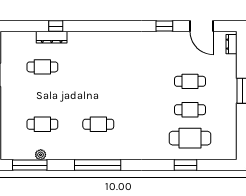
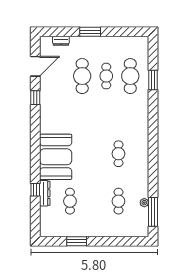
dresser: (232, 44) -> (61, 41), moved
booth: (95, 50) -> (56, 157), added
cafe table: (190, 81) -> (82, 76), width x1.37, depth x1.35
window: (98, 165) -> (153, 154), removed

